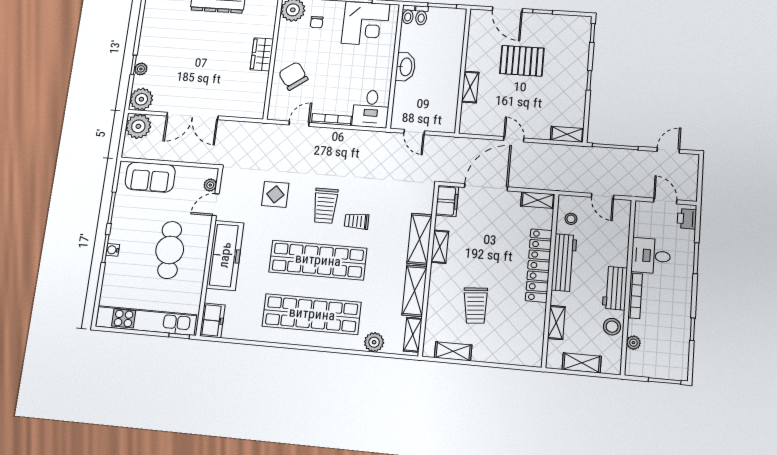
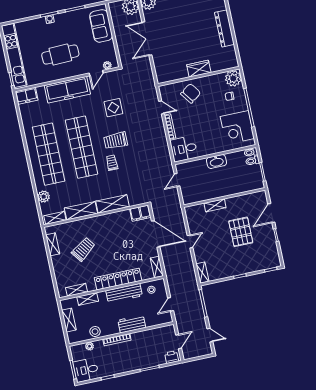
door: (216, 205) -> (96, 73), swing flipped
shelving: (440, 247) -> (76, 290), moved
desk: (651, 256) -> (86, 370), moved, turned -90
workbench: (615, 288) -> (132, 324), moved
trolley: (476, 305) -> (83, 249), turned 147

